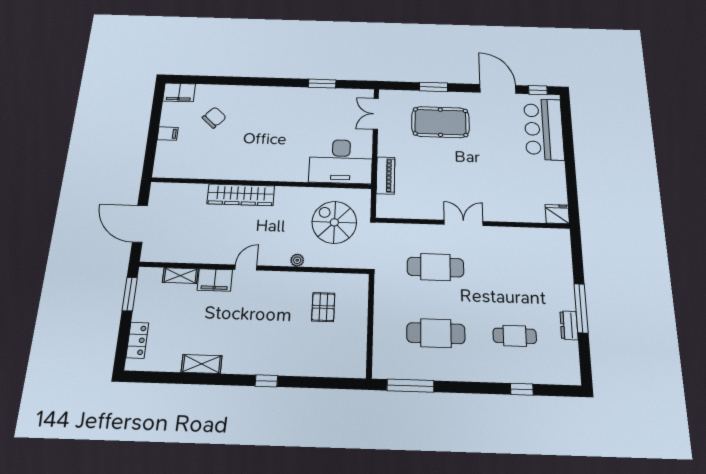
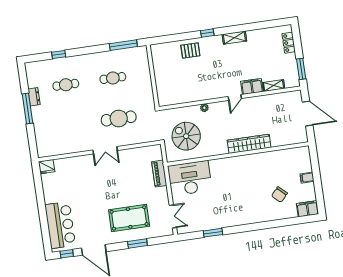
spiral stairs: (334, 222) -> (186, 136), turned 180
pallet: (323, 307) -> (190, 51), moved, turned 90
cafe table: (436, 333) -> (113, 78), width x0.73, depth x0.74
shelving: (202, 364) -> (234, 38), moved

